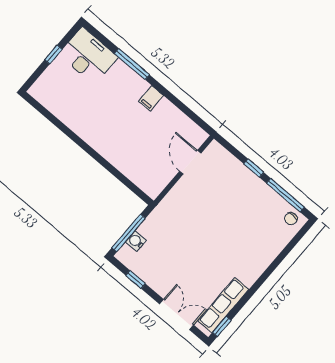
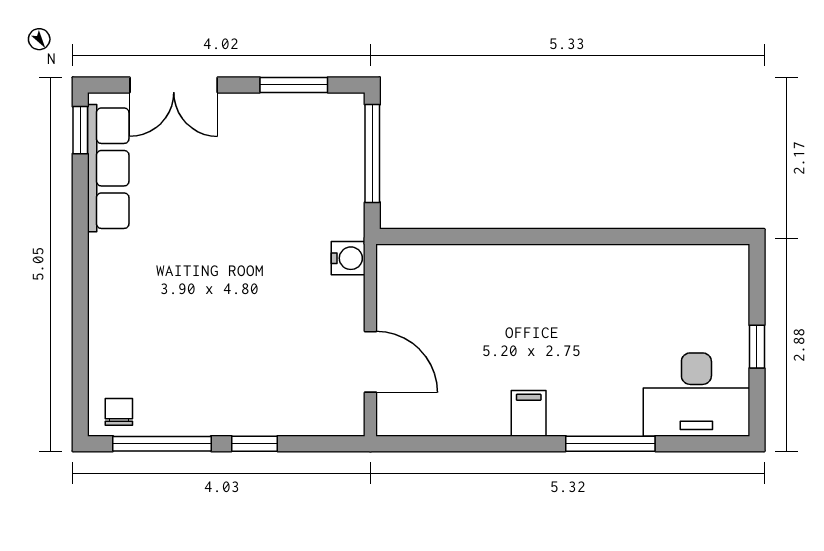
water cooler: (136, 241) -> (348, 258), moved
window: (135, 279) -> (294, 85), width x1.50

